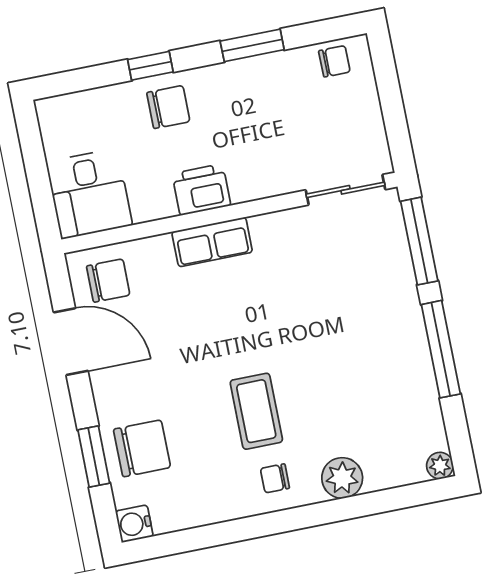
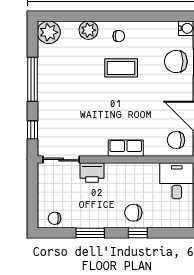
printer: (201, 190) -> (92, 173), moved
window: (419, 241) -> (33, 130), width x0.46
coffee table: (256, 411) -> (121, 68), turned 90
plant: (440, 466) -> (49, 32), width x1.88, depth x1.88

